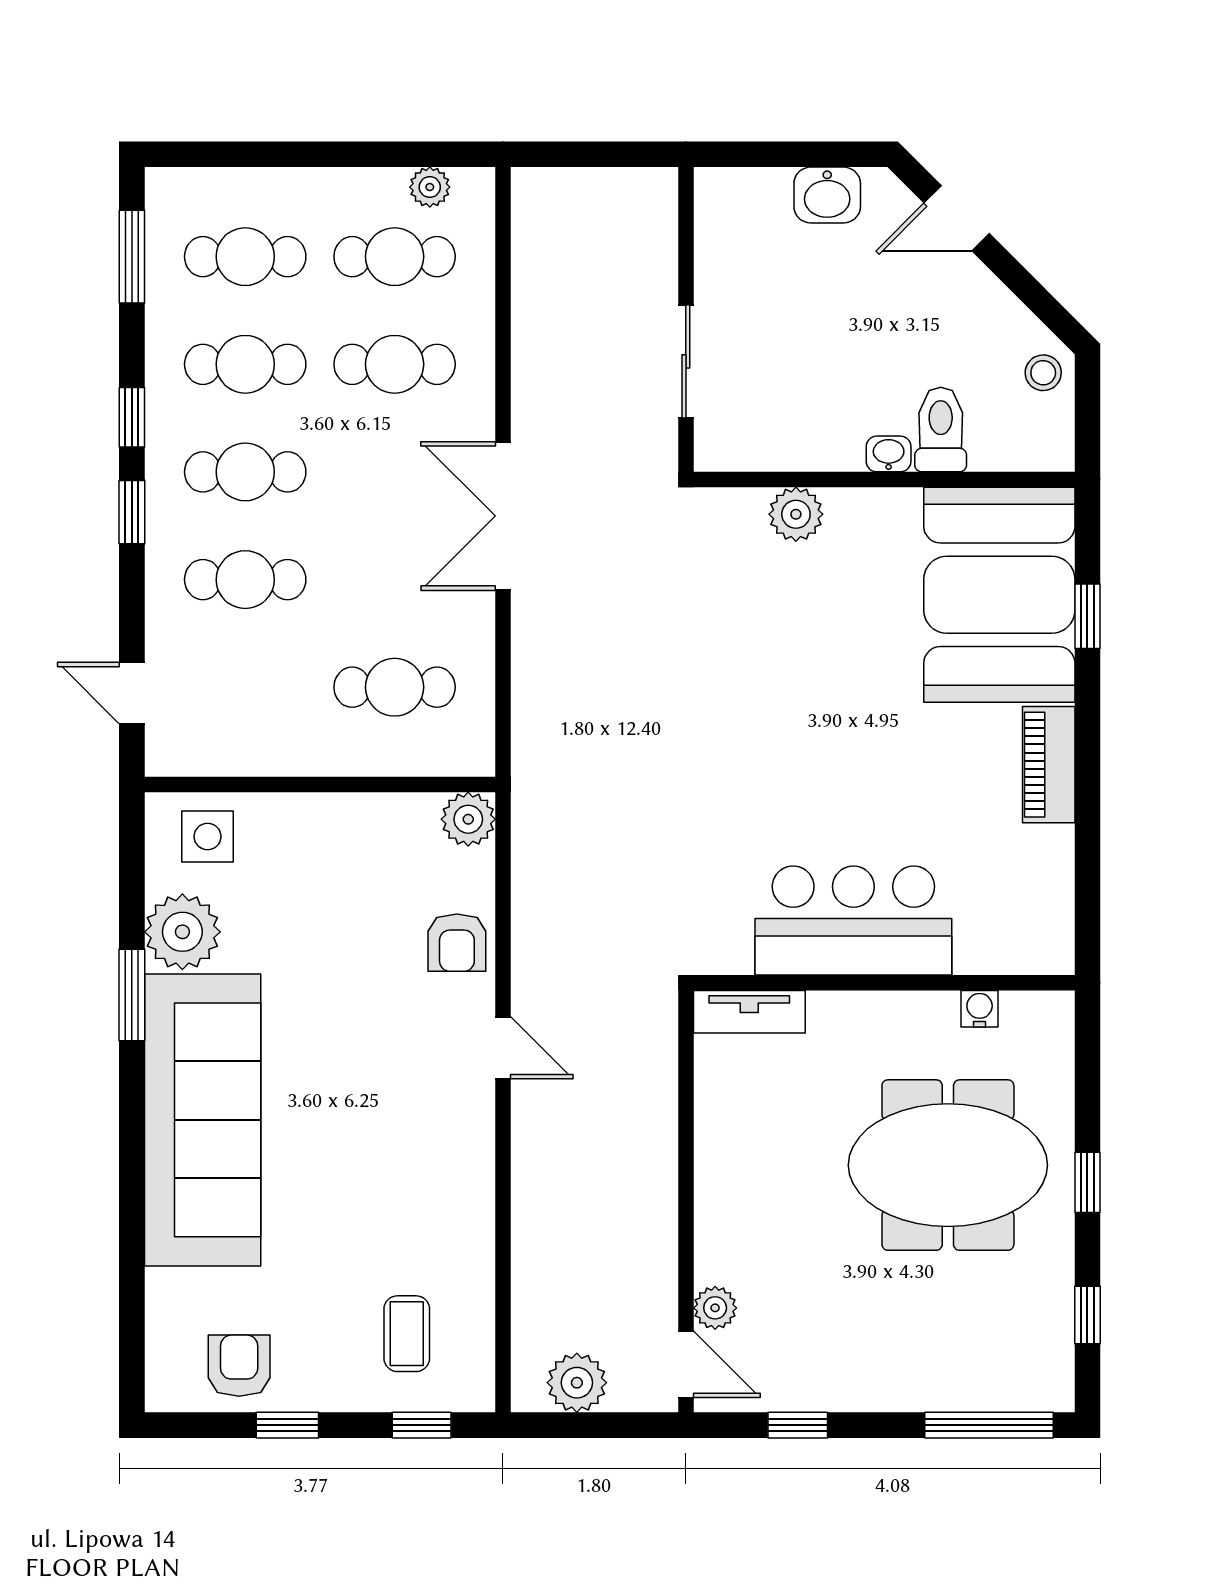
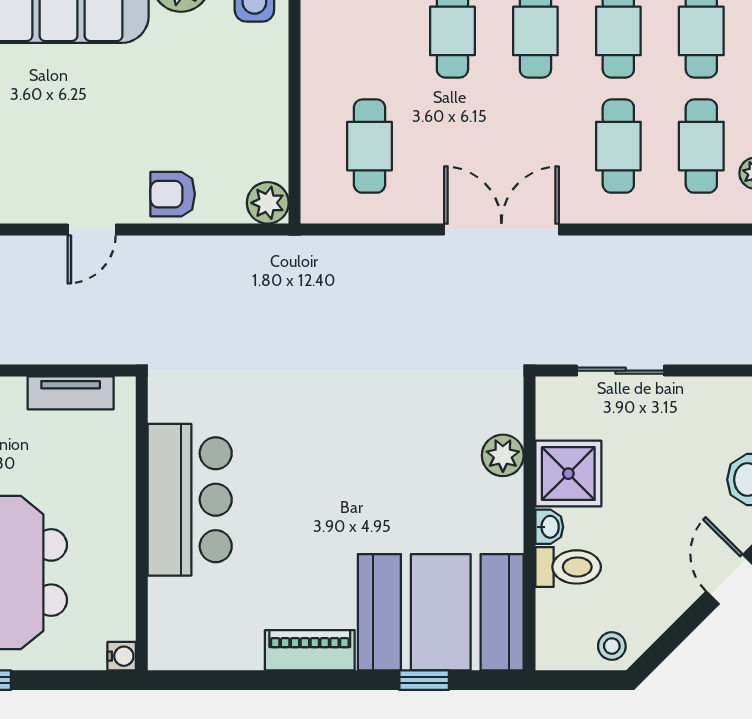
shower: (819, 429) -> (568, 474), added
water cooler: (980, 1009) -> (122, 656), moved
tv unit: (749, 1012) -> (71, 393), moved, turned -90

